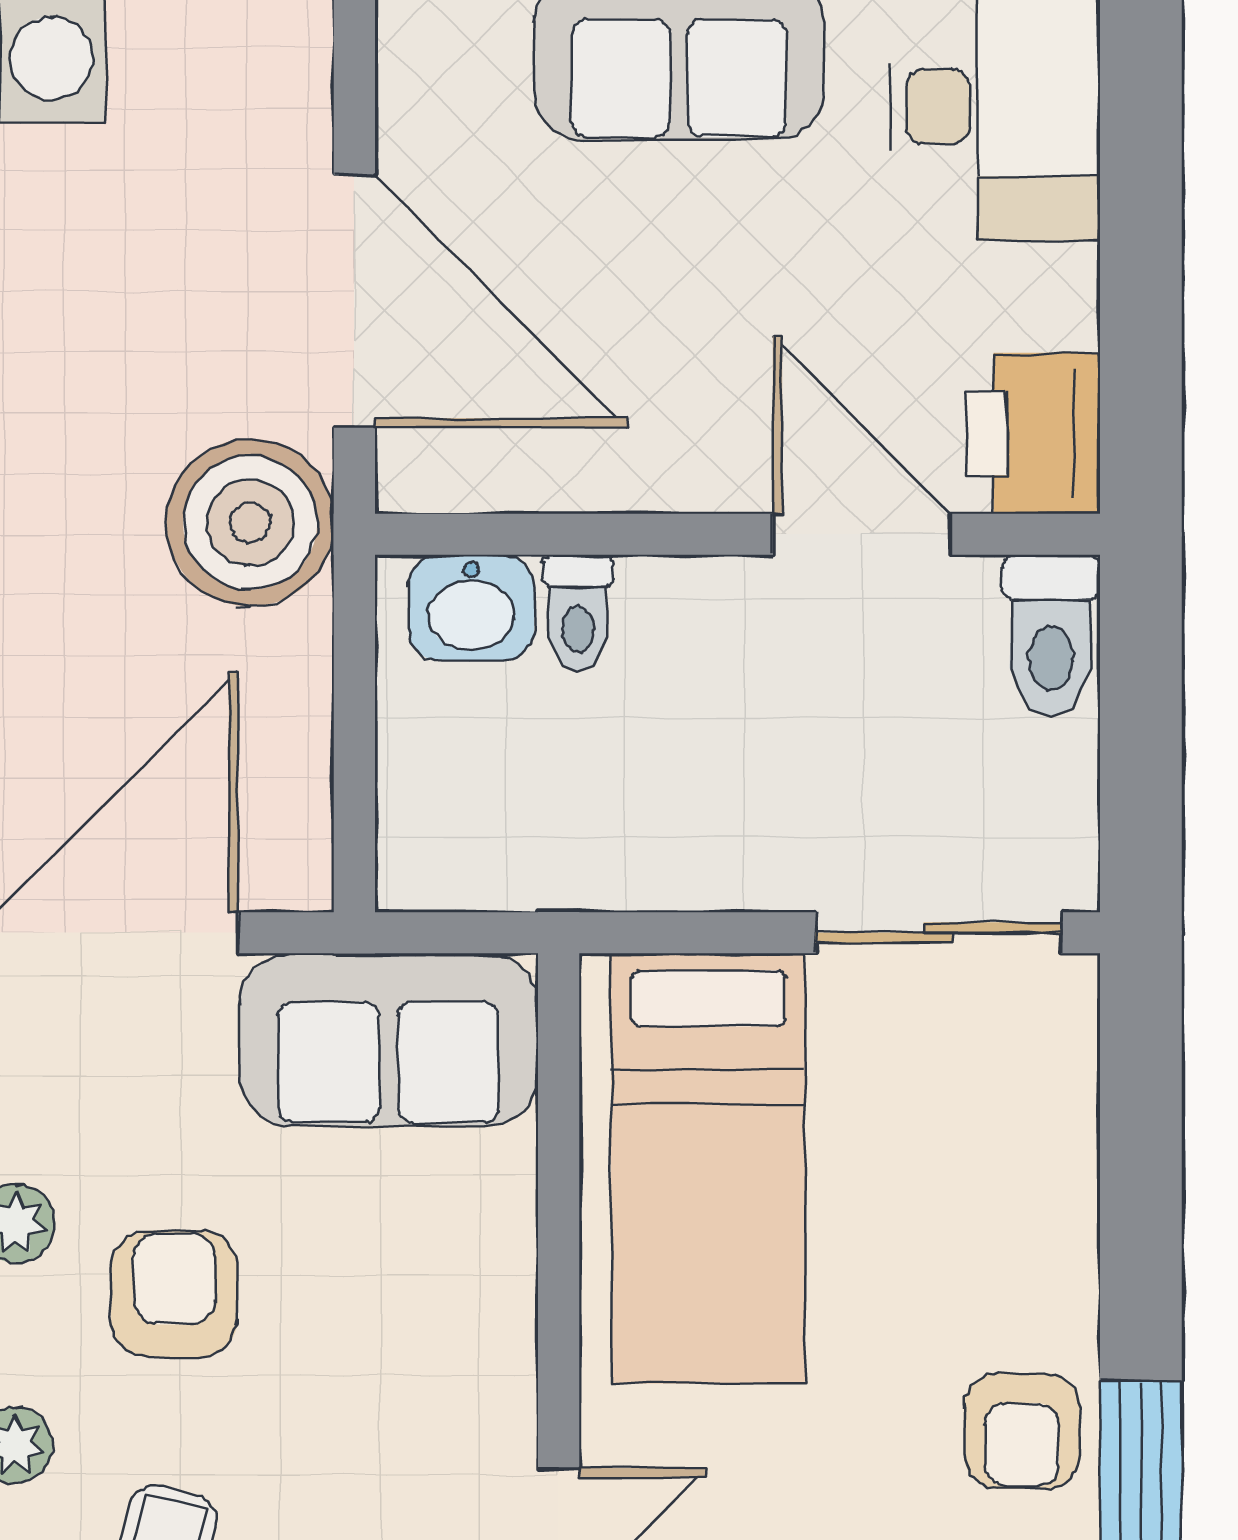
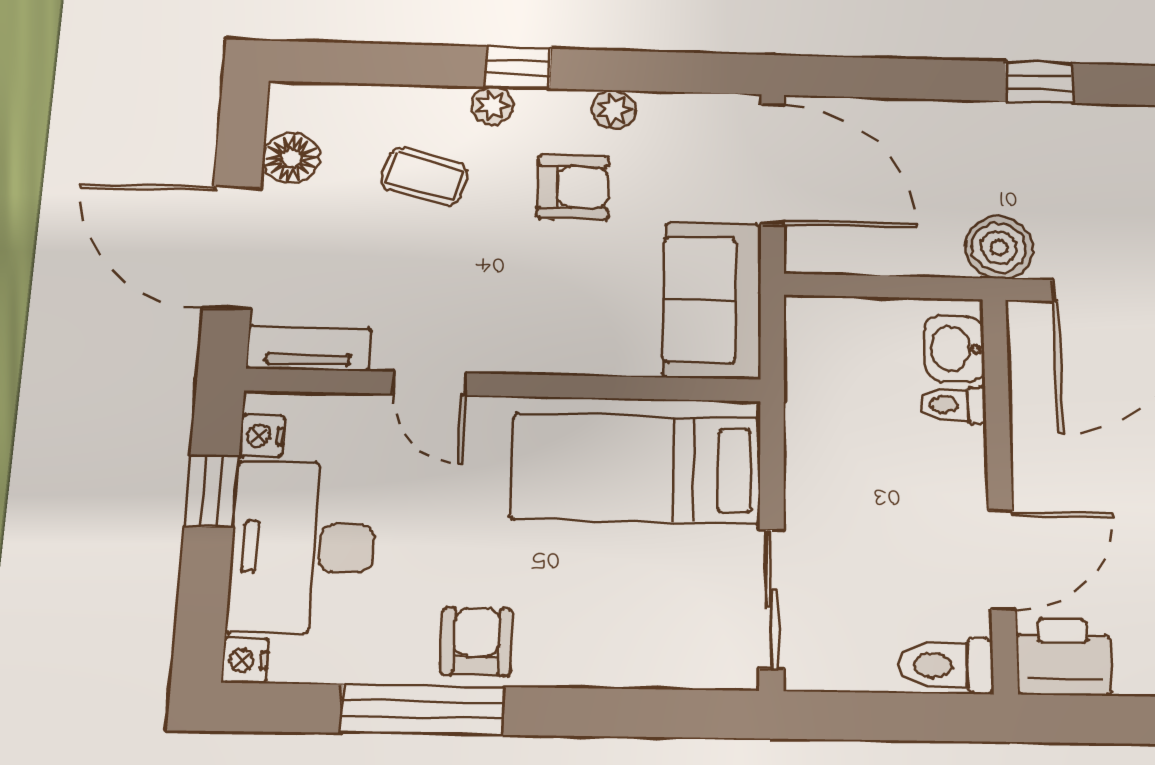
boiler: (250, 523) -> (999, 248), width x0.73, depth x0.73
armchair: (1022, 1431) -> (477, 641), turned 90

